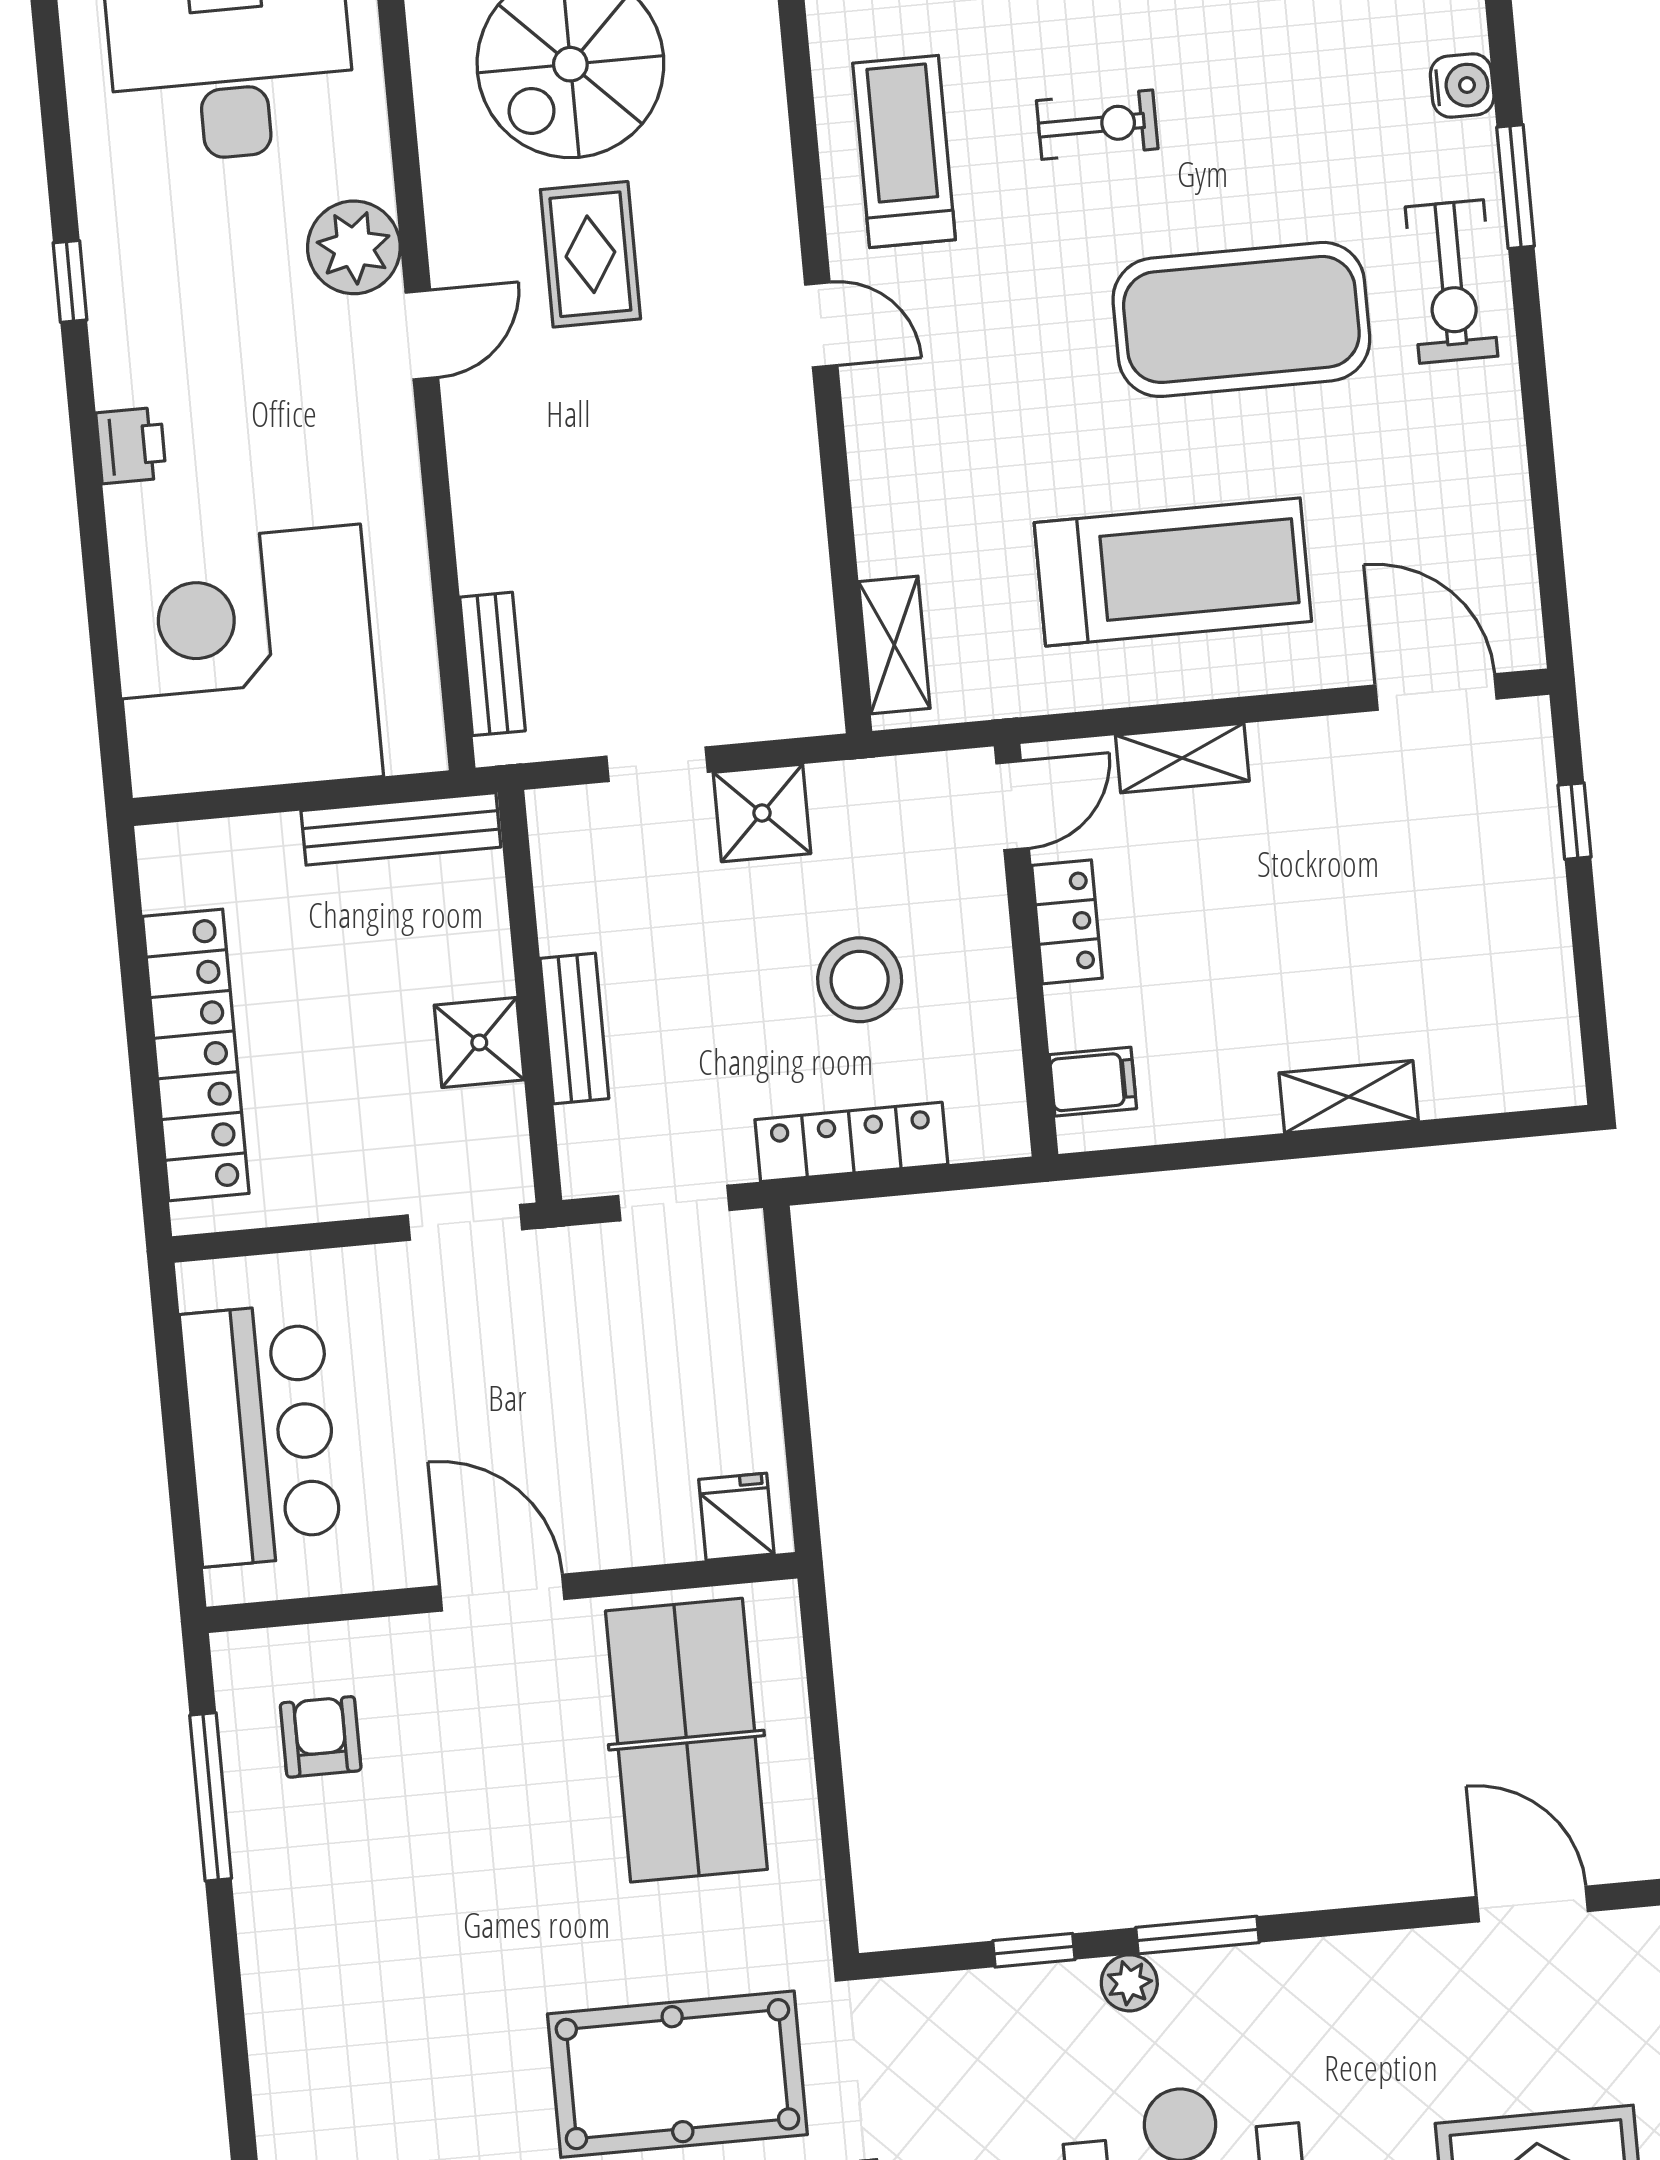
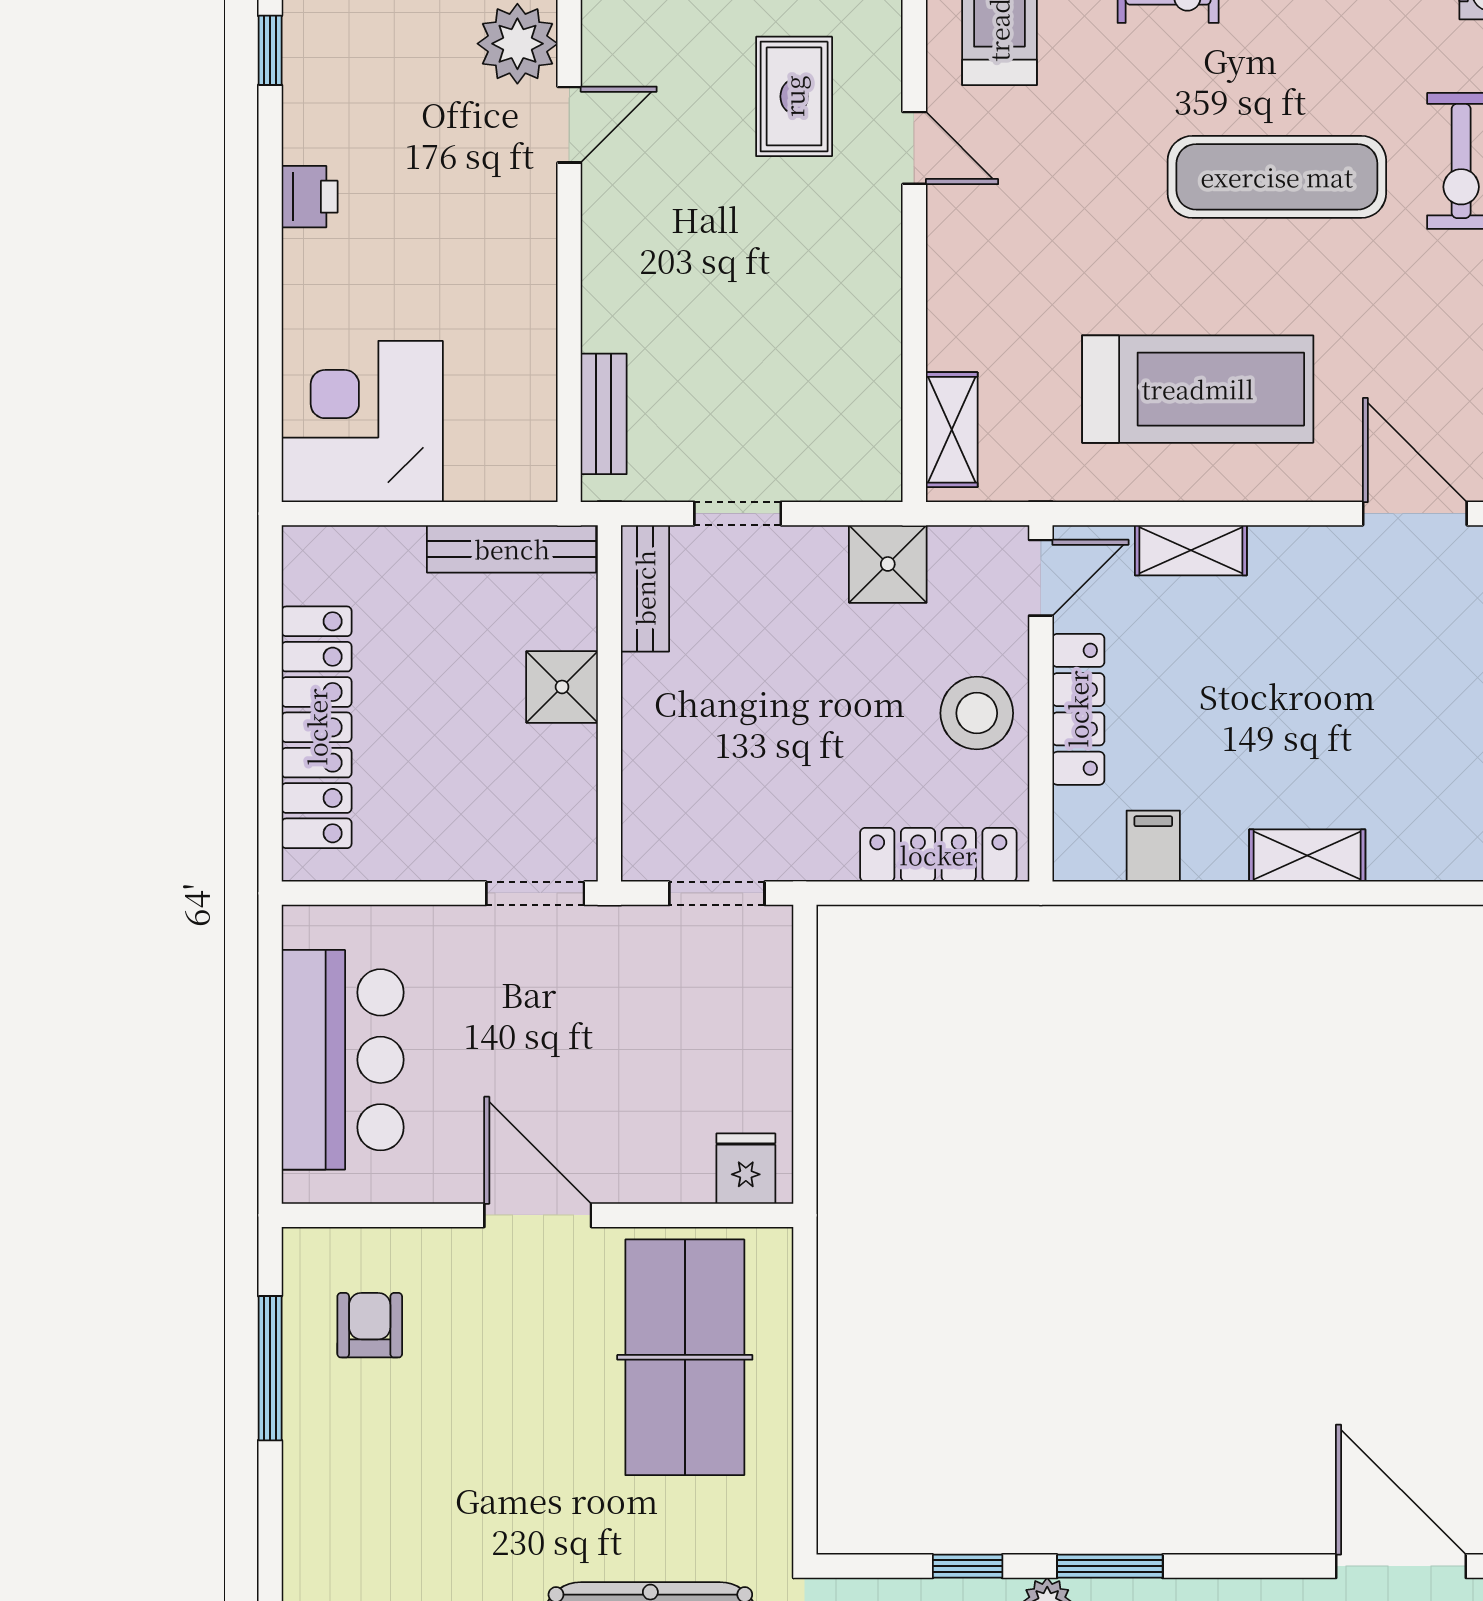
rug: (590, 254) -> (794, 96), moved
exercise mat: (1241, 319) -> (1277, 177), width x0.68
corner desk: (246, 662) -> (362, 421), width x0.74, depth x0.74
shower: (762, 813) -> (888, 564), moved
locker: (1067, 922) -> (1078, 709), width x1.53
stool: (860, 980) -> (977, 713), moved
bench: (574, 1028) -> (645, 588), moved
shower: (479, 1043) -> (562, 687), moved
filing cabinet: (1093, 1082) -> (1153, 846), moved, turned -90
locker: (851, 1142) -> (938, 855), moved
door: (1532, 1904) -> (1401, 1566), width x1.36

